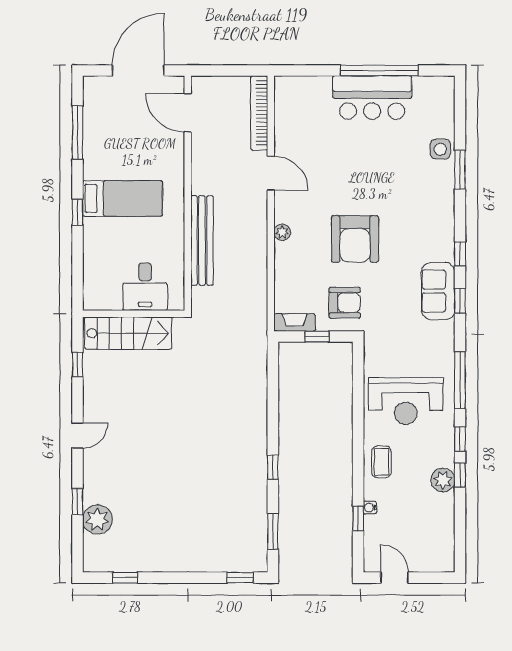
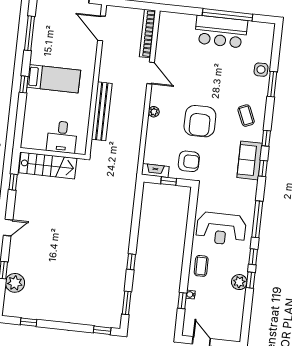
coffee table: (425, 222) -> (246, 116), added

